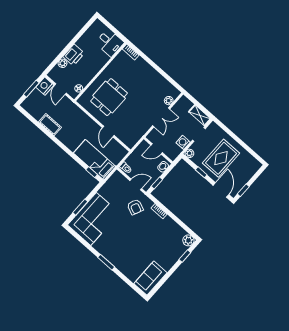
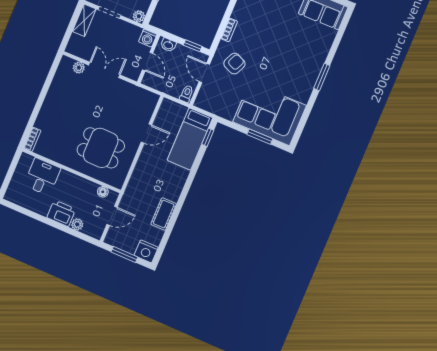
desk: (110, 43) -> (42, 177), moved
nightstand: (45, 86) -> (146, 251), moved
washing machine: (183, 142) -> (148, 38), moved

